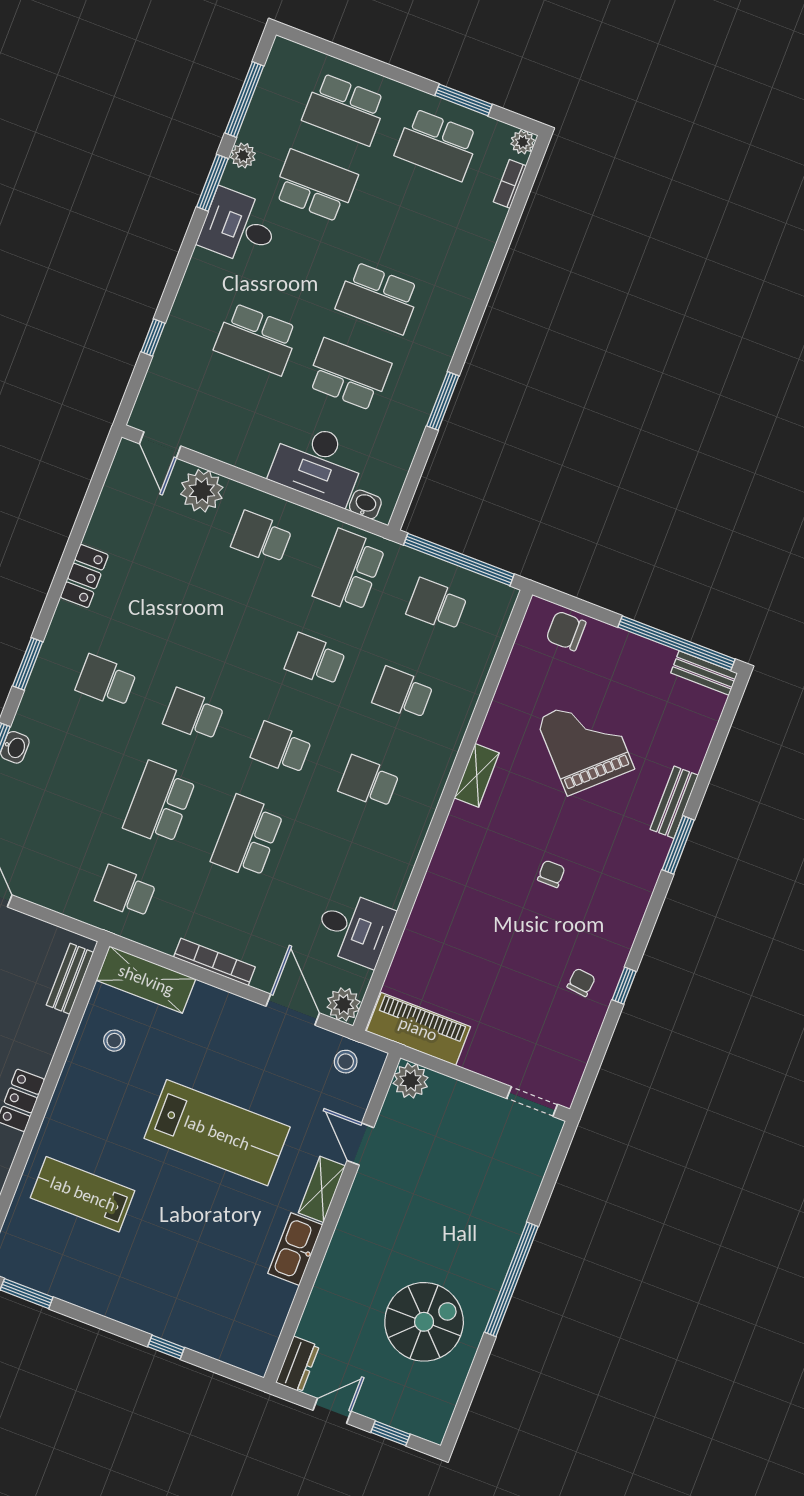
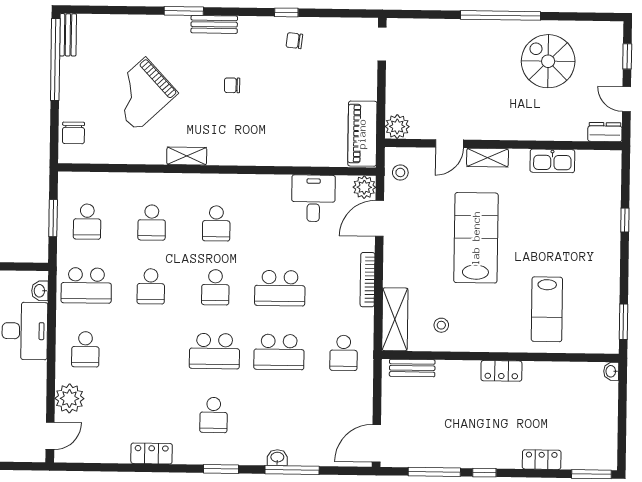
window: (459, 560) -> (53, 218), width x0.47
school desk: (194, 715) -> (214, 351), width x1.85
bench: (674, 802) -> (214, 24), moved
kitchen sink: (295, 1249) -> (552, 161), moved

